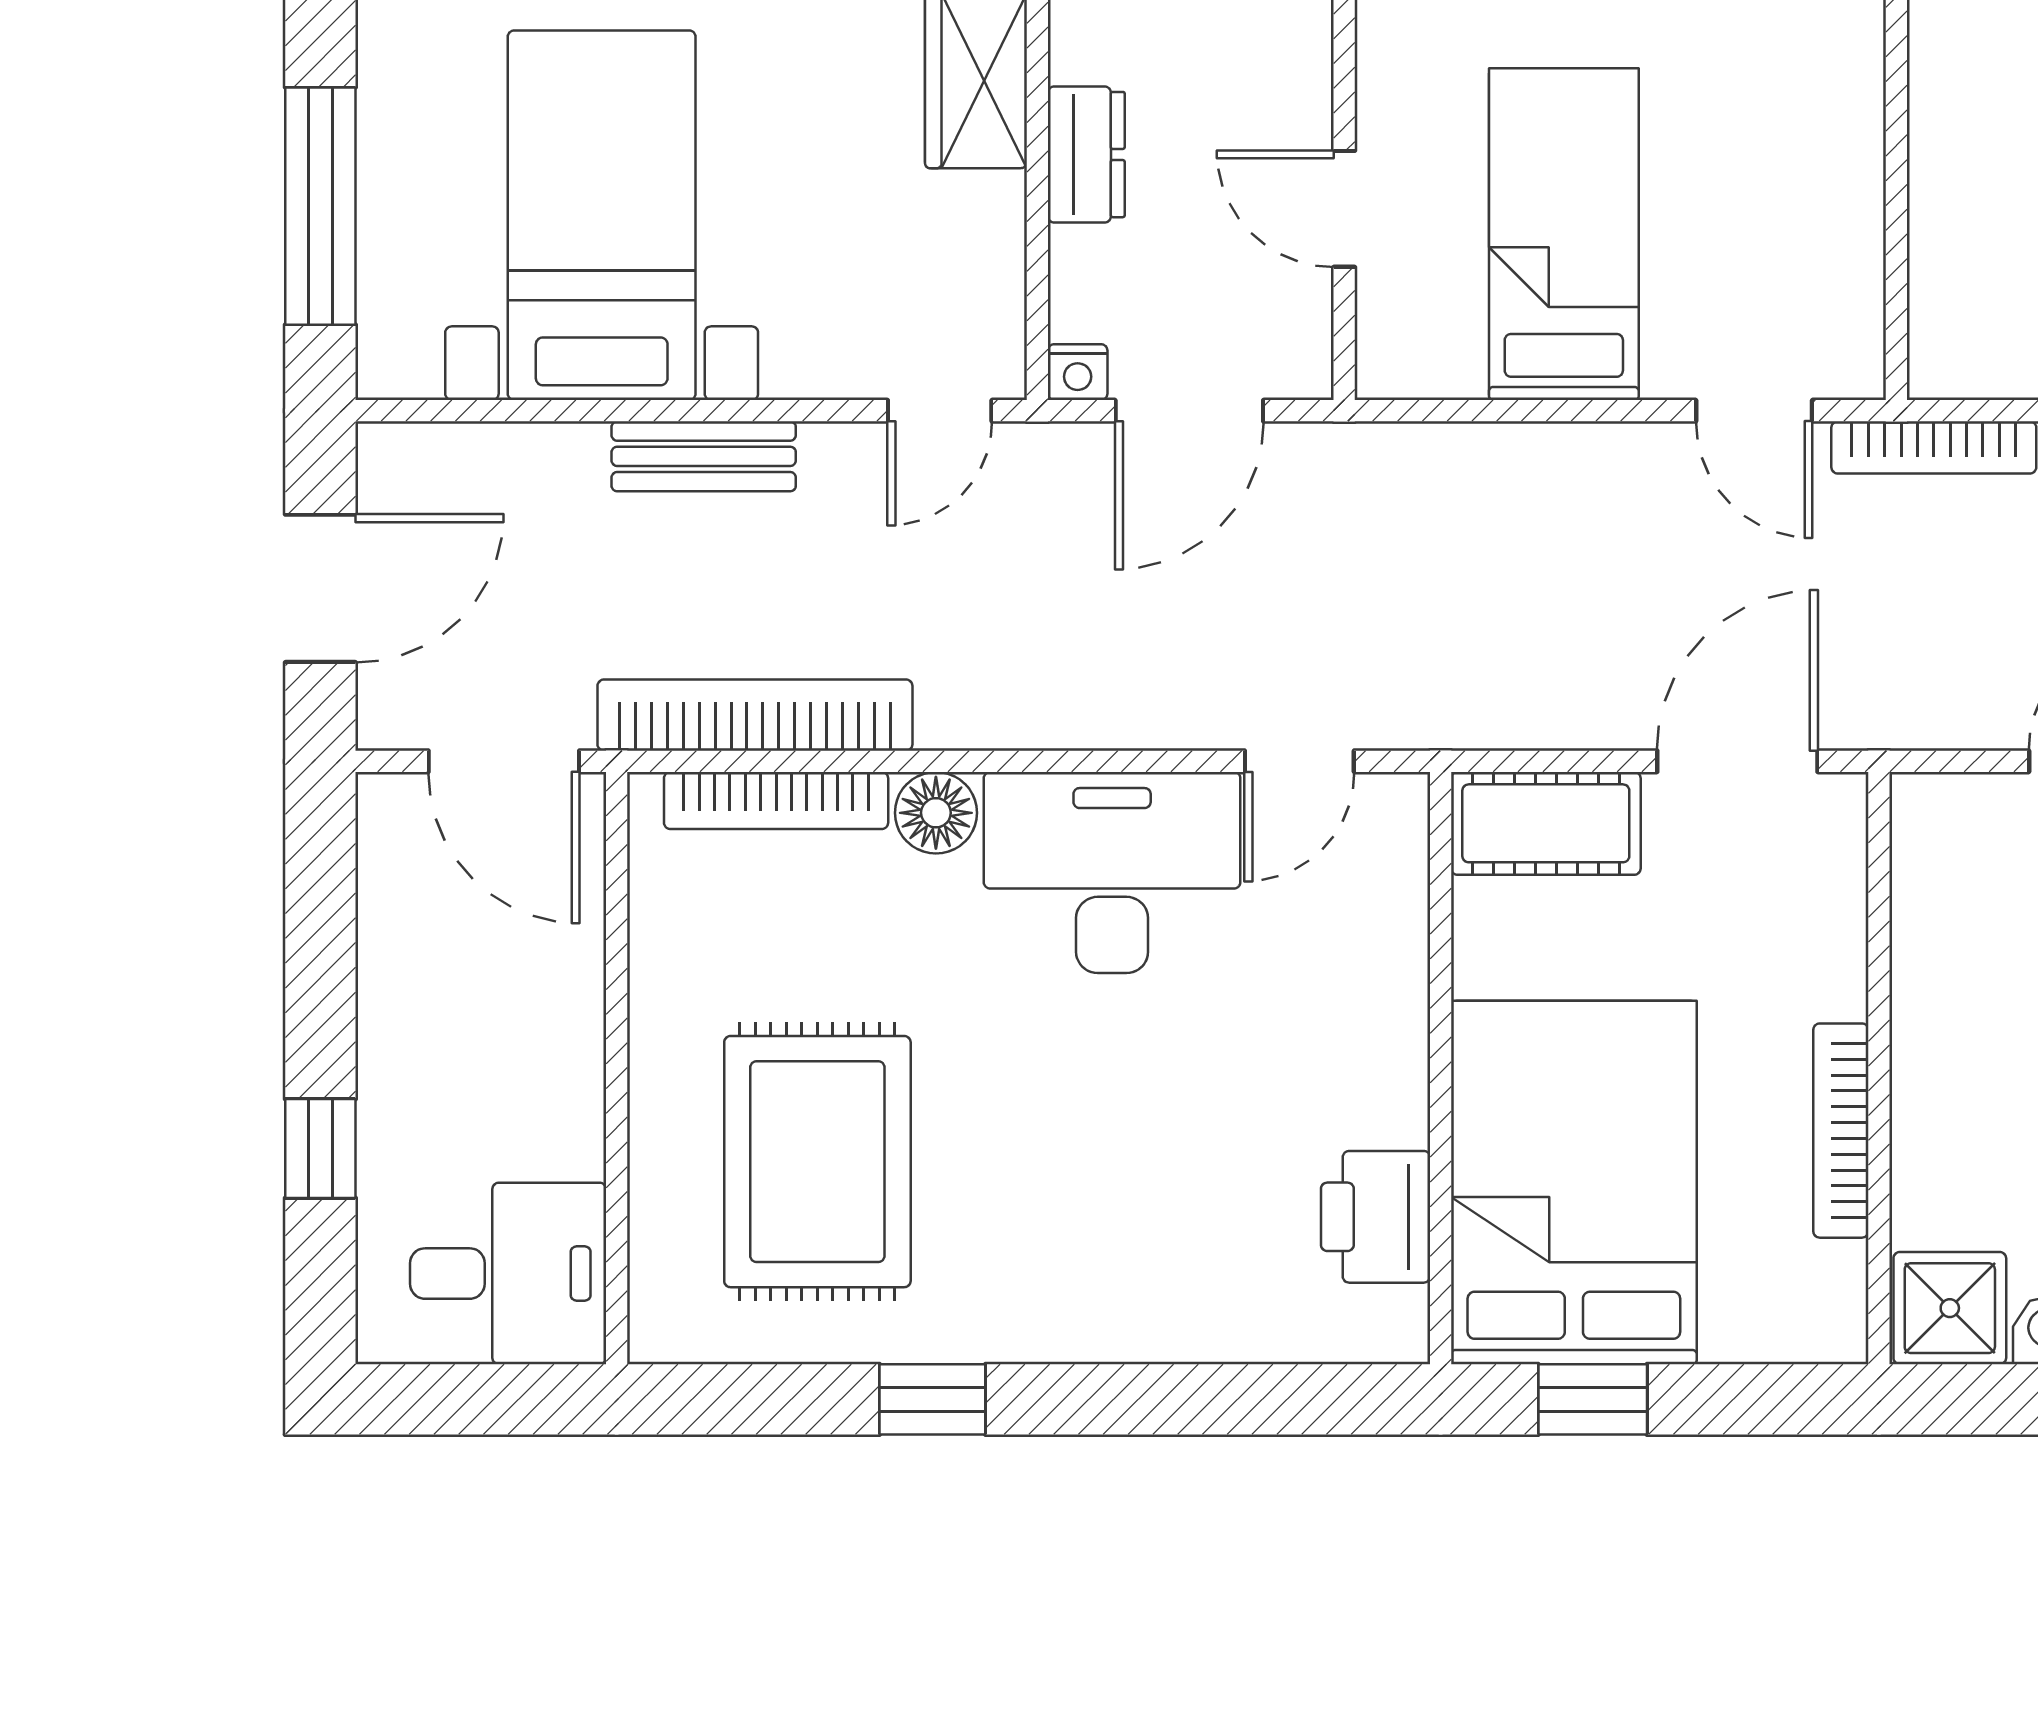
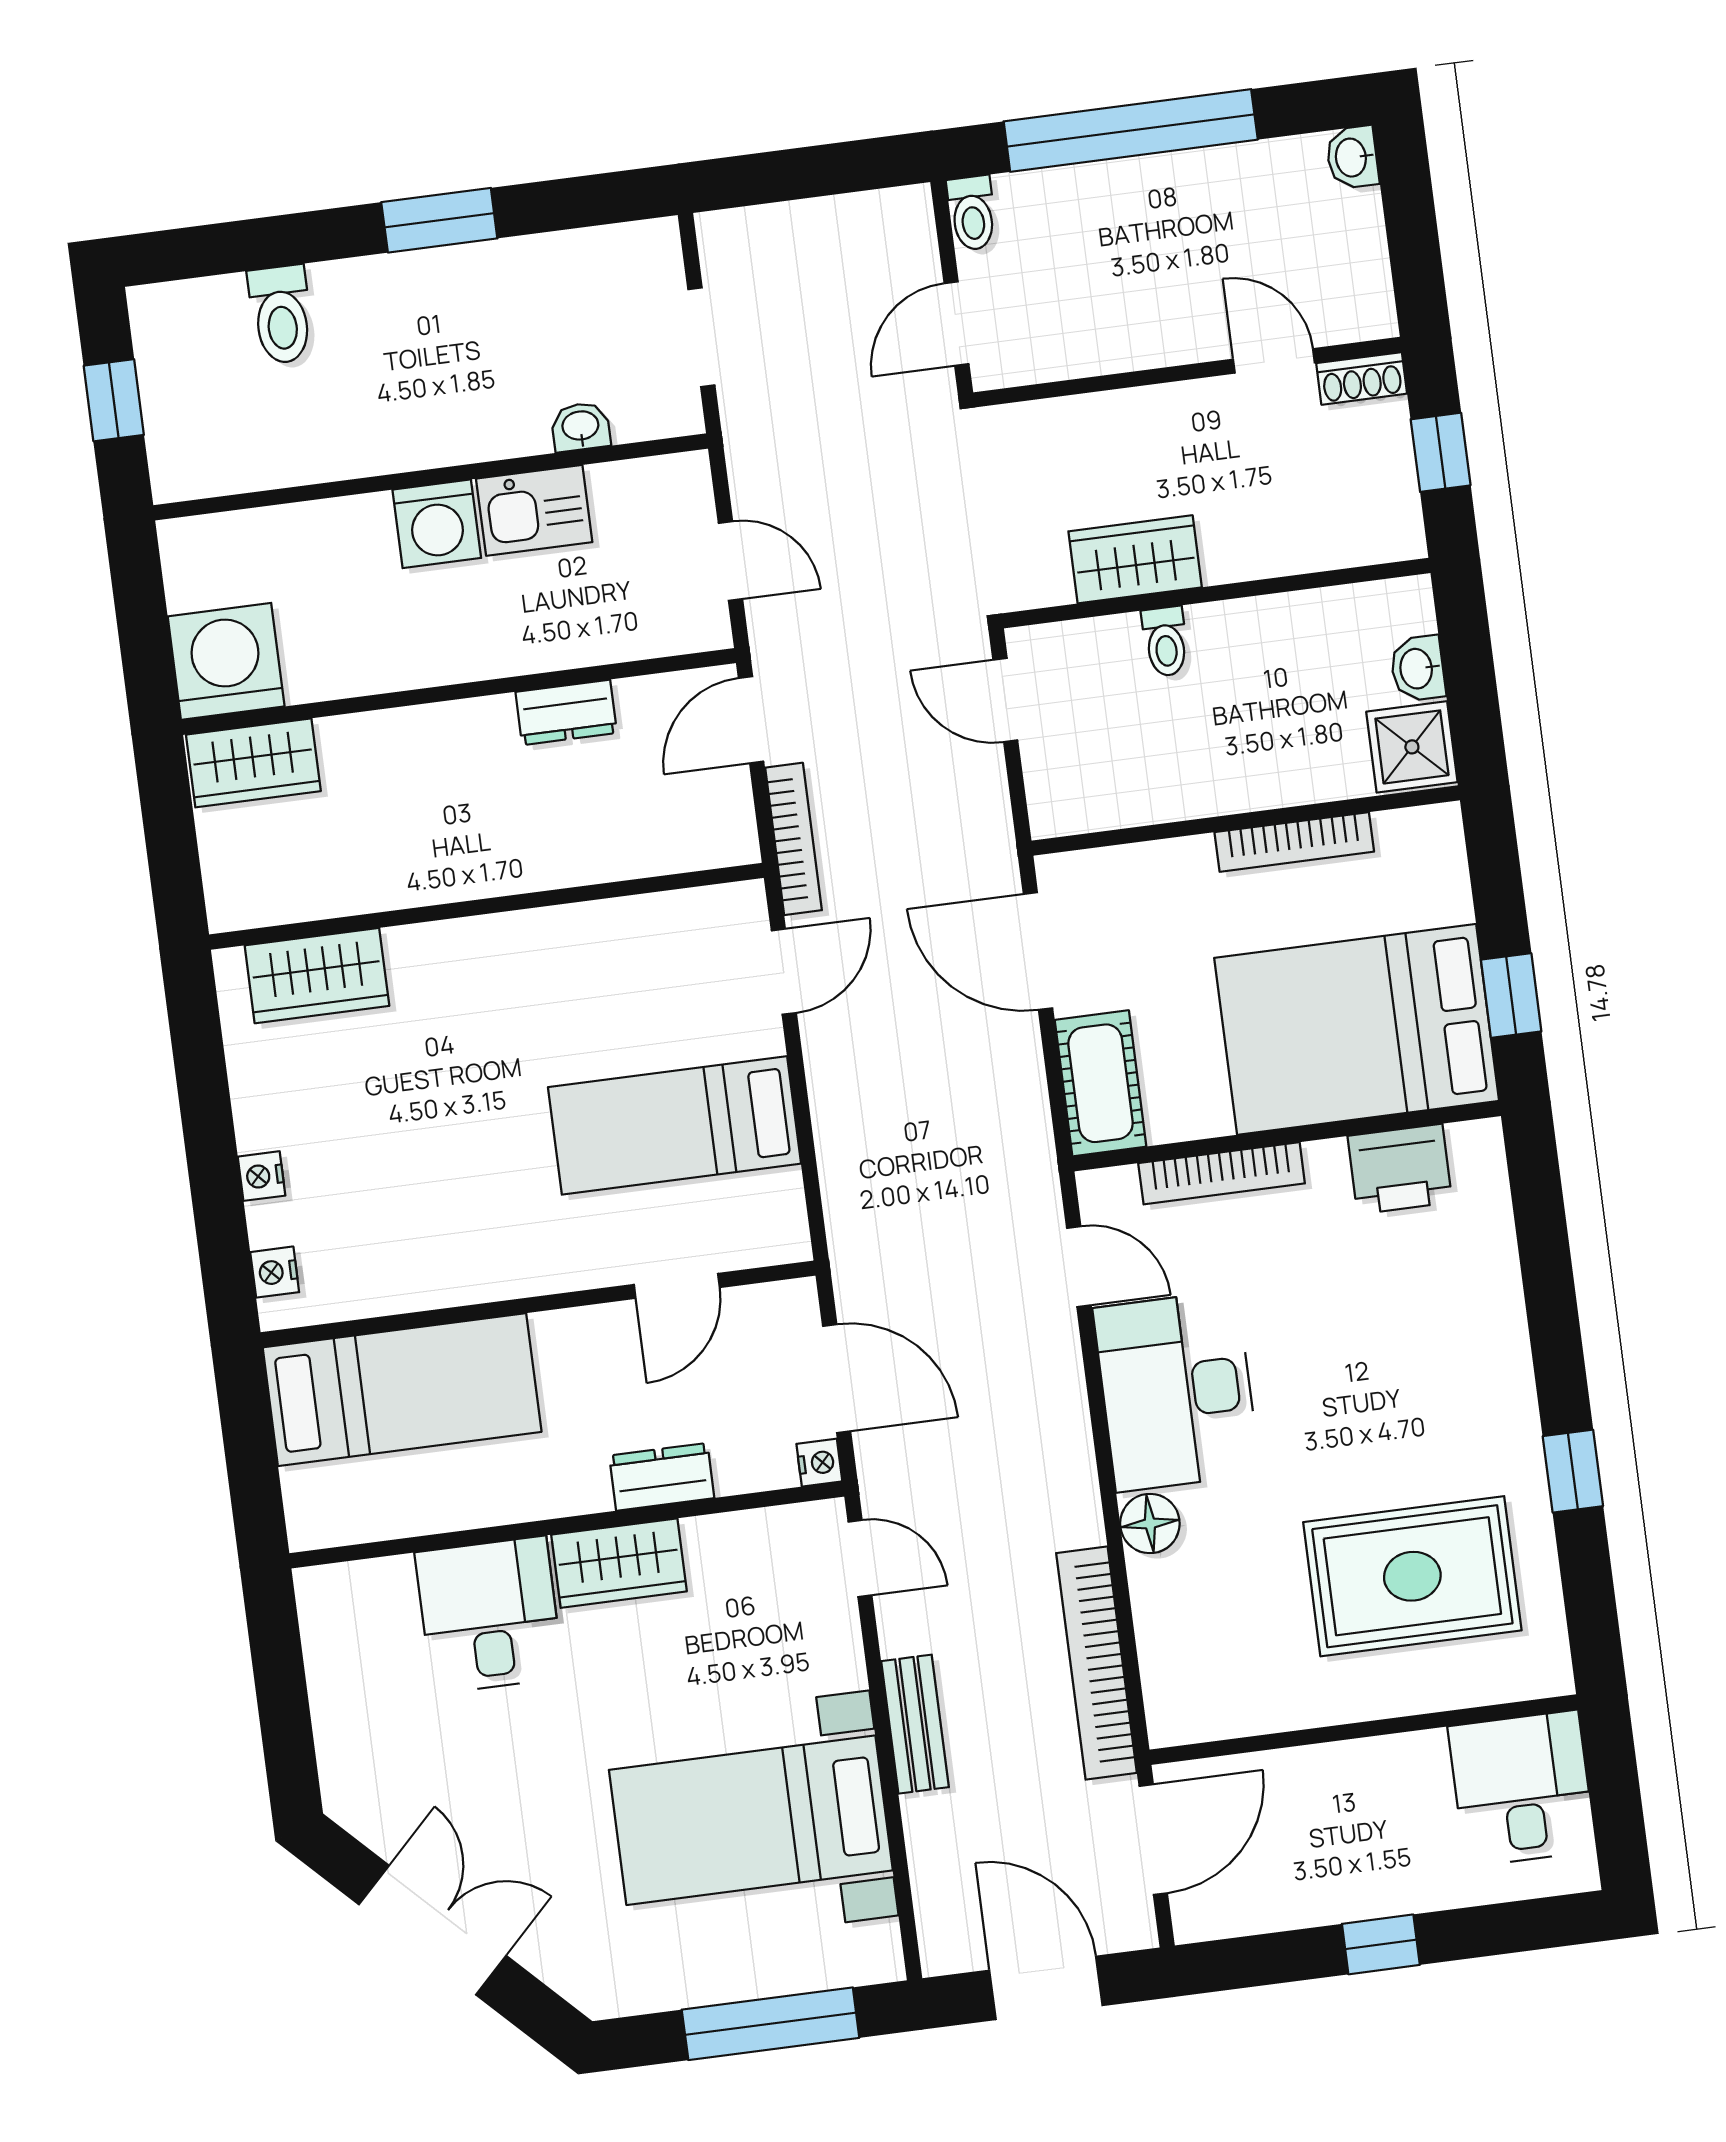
bookcase: (776, 800) -> (1222, 1173), moved, turned 90
window: (320, 1148) -> (1381, 1944), moved

